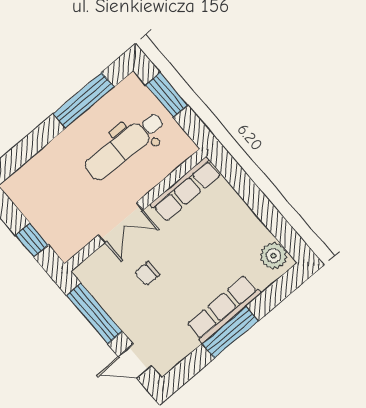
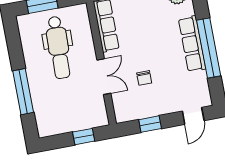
window: (84, 100) -> (23, 92), moved
window: (94, 314) -> (150, 124), width x0.46
window: (230, 332) -> (209, 48), width x1.46

